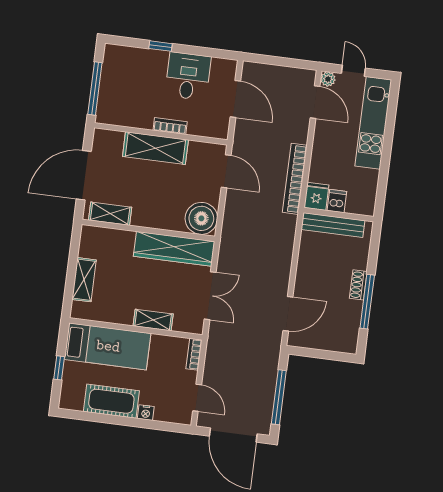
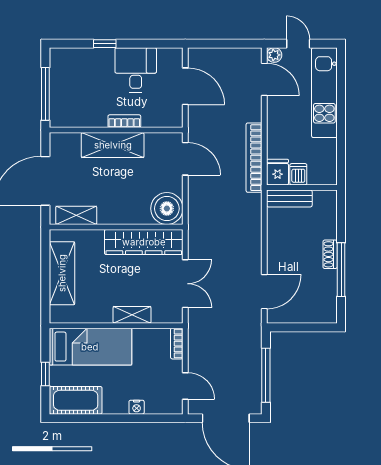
bench: (333, 225) -> (289, 198), width x0.73
shelving: (84, 280) -> (62, 273), width x1.50, depth x1.33
cot: (111, 401) -> (76, 400), moved

